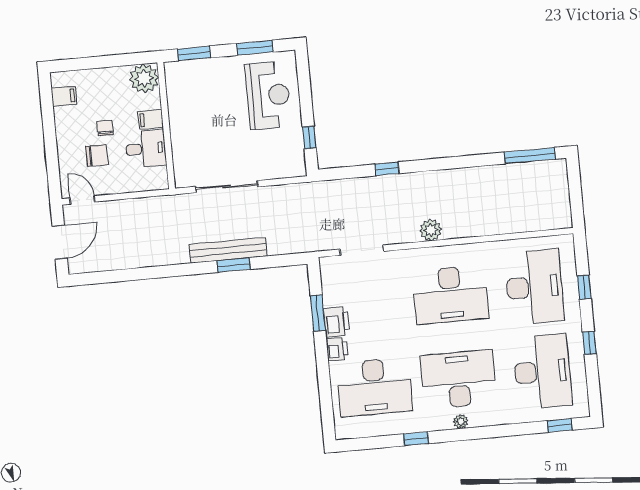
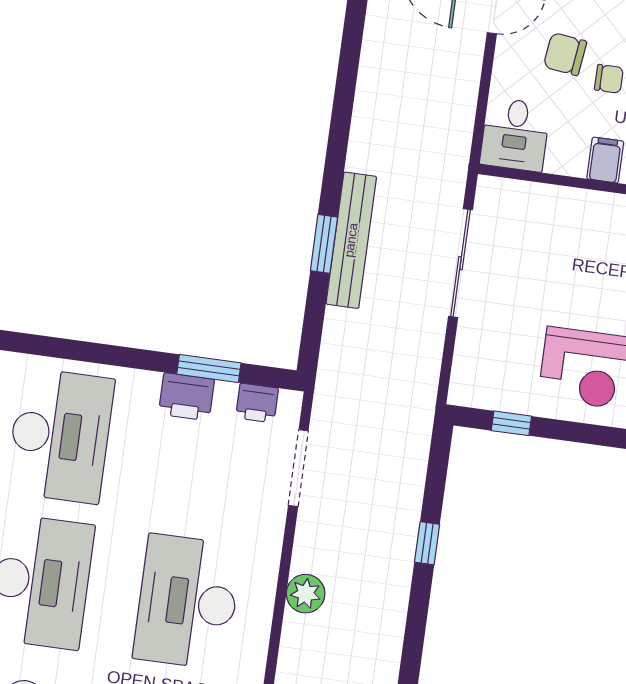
desk: (146, 149) -> (515, 135), moved
chair: (97, 155) -> (565, 54), turned 97
printer: (337, 349) -> (257, 403), moved
desk: (374, 387) -> (60, 436), turned 180

